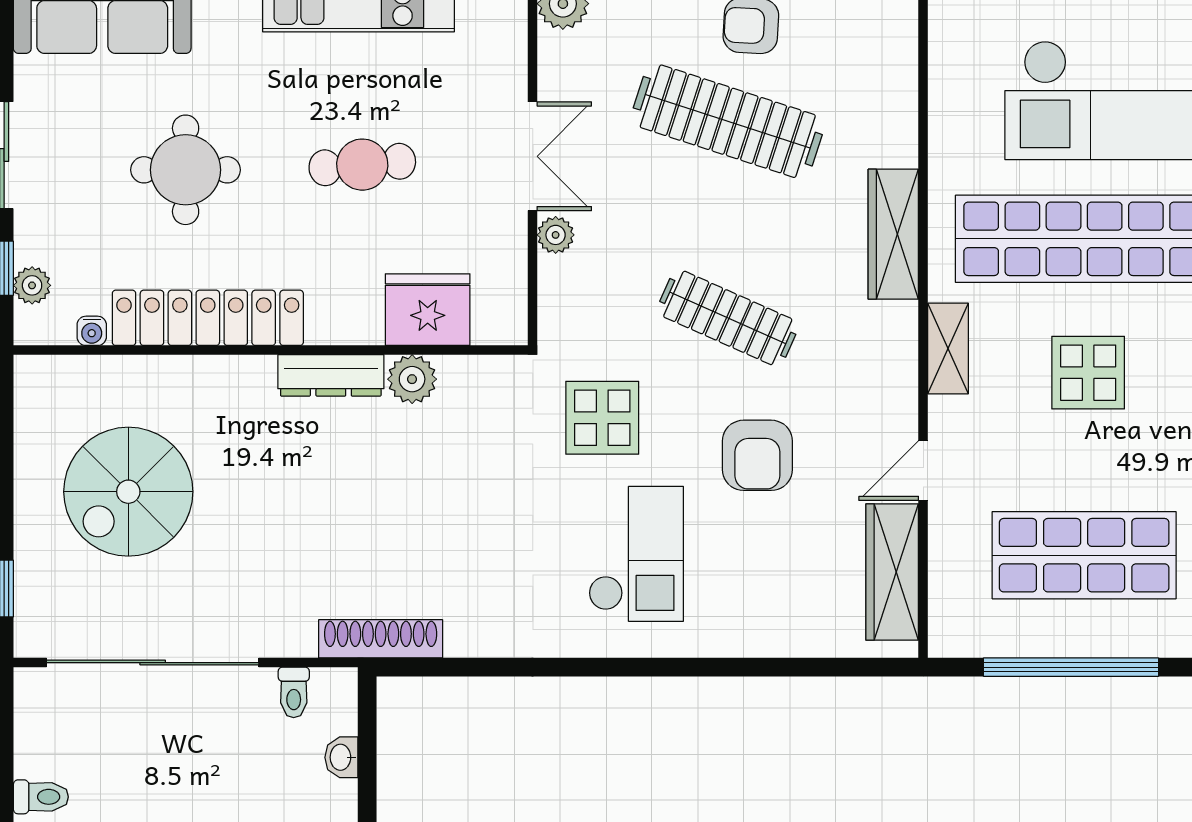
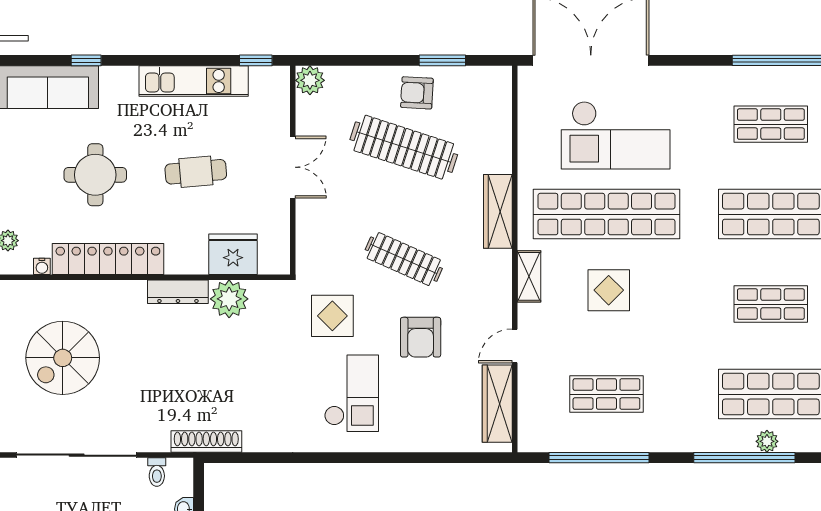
plant: (556, 235) -> (306, 212), removed
plant: (412, 379) -> (229, 299), width x1.36, depth x1.36
shop shelf: (1084, 555) -> (606, 394), width x0.70, depth x0.74

